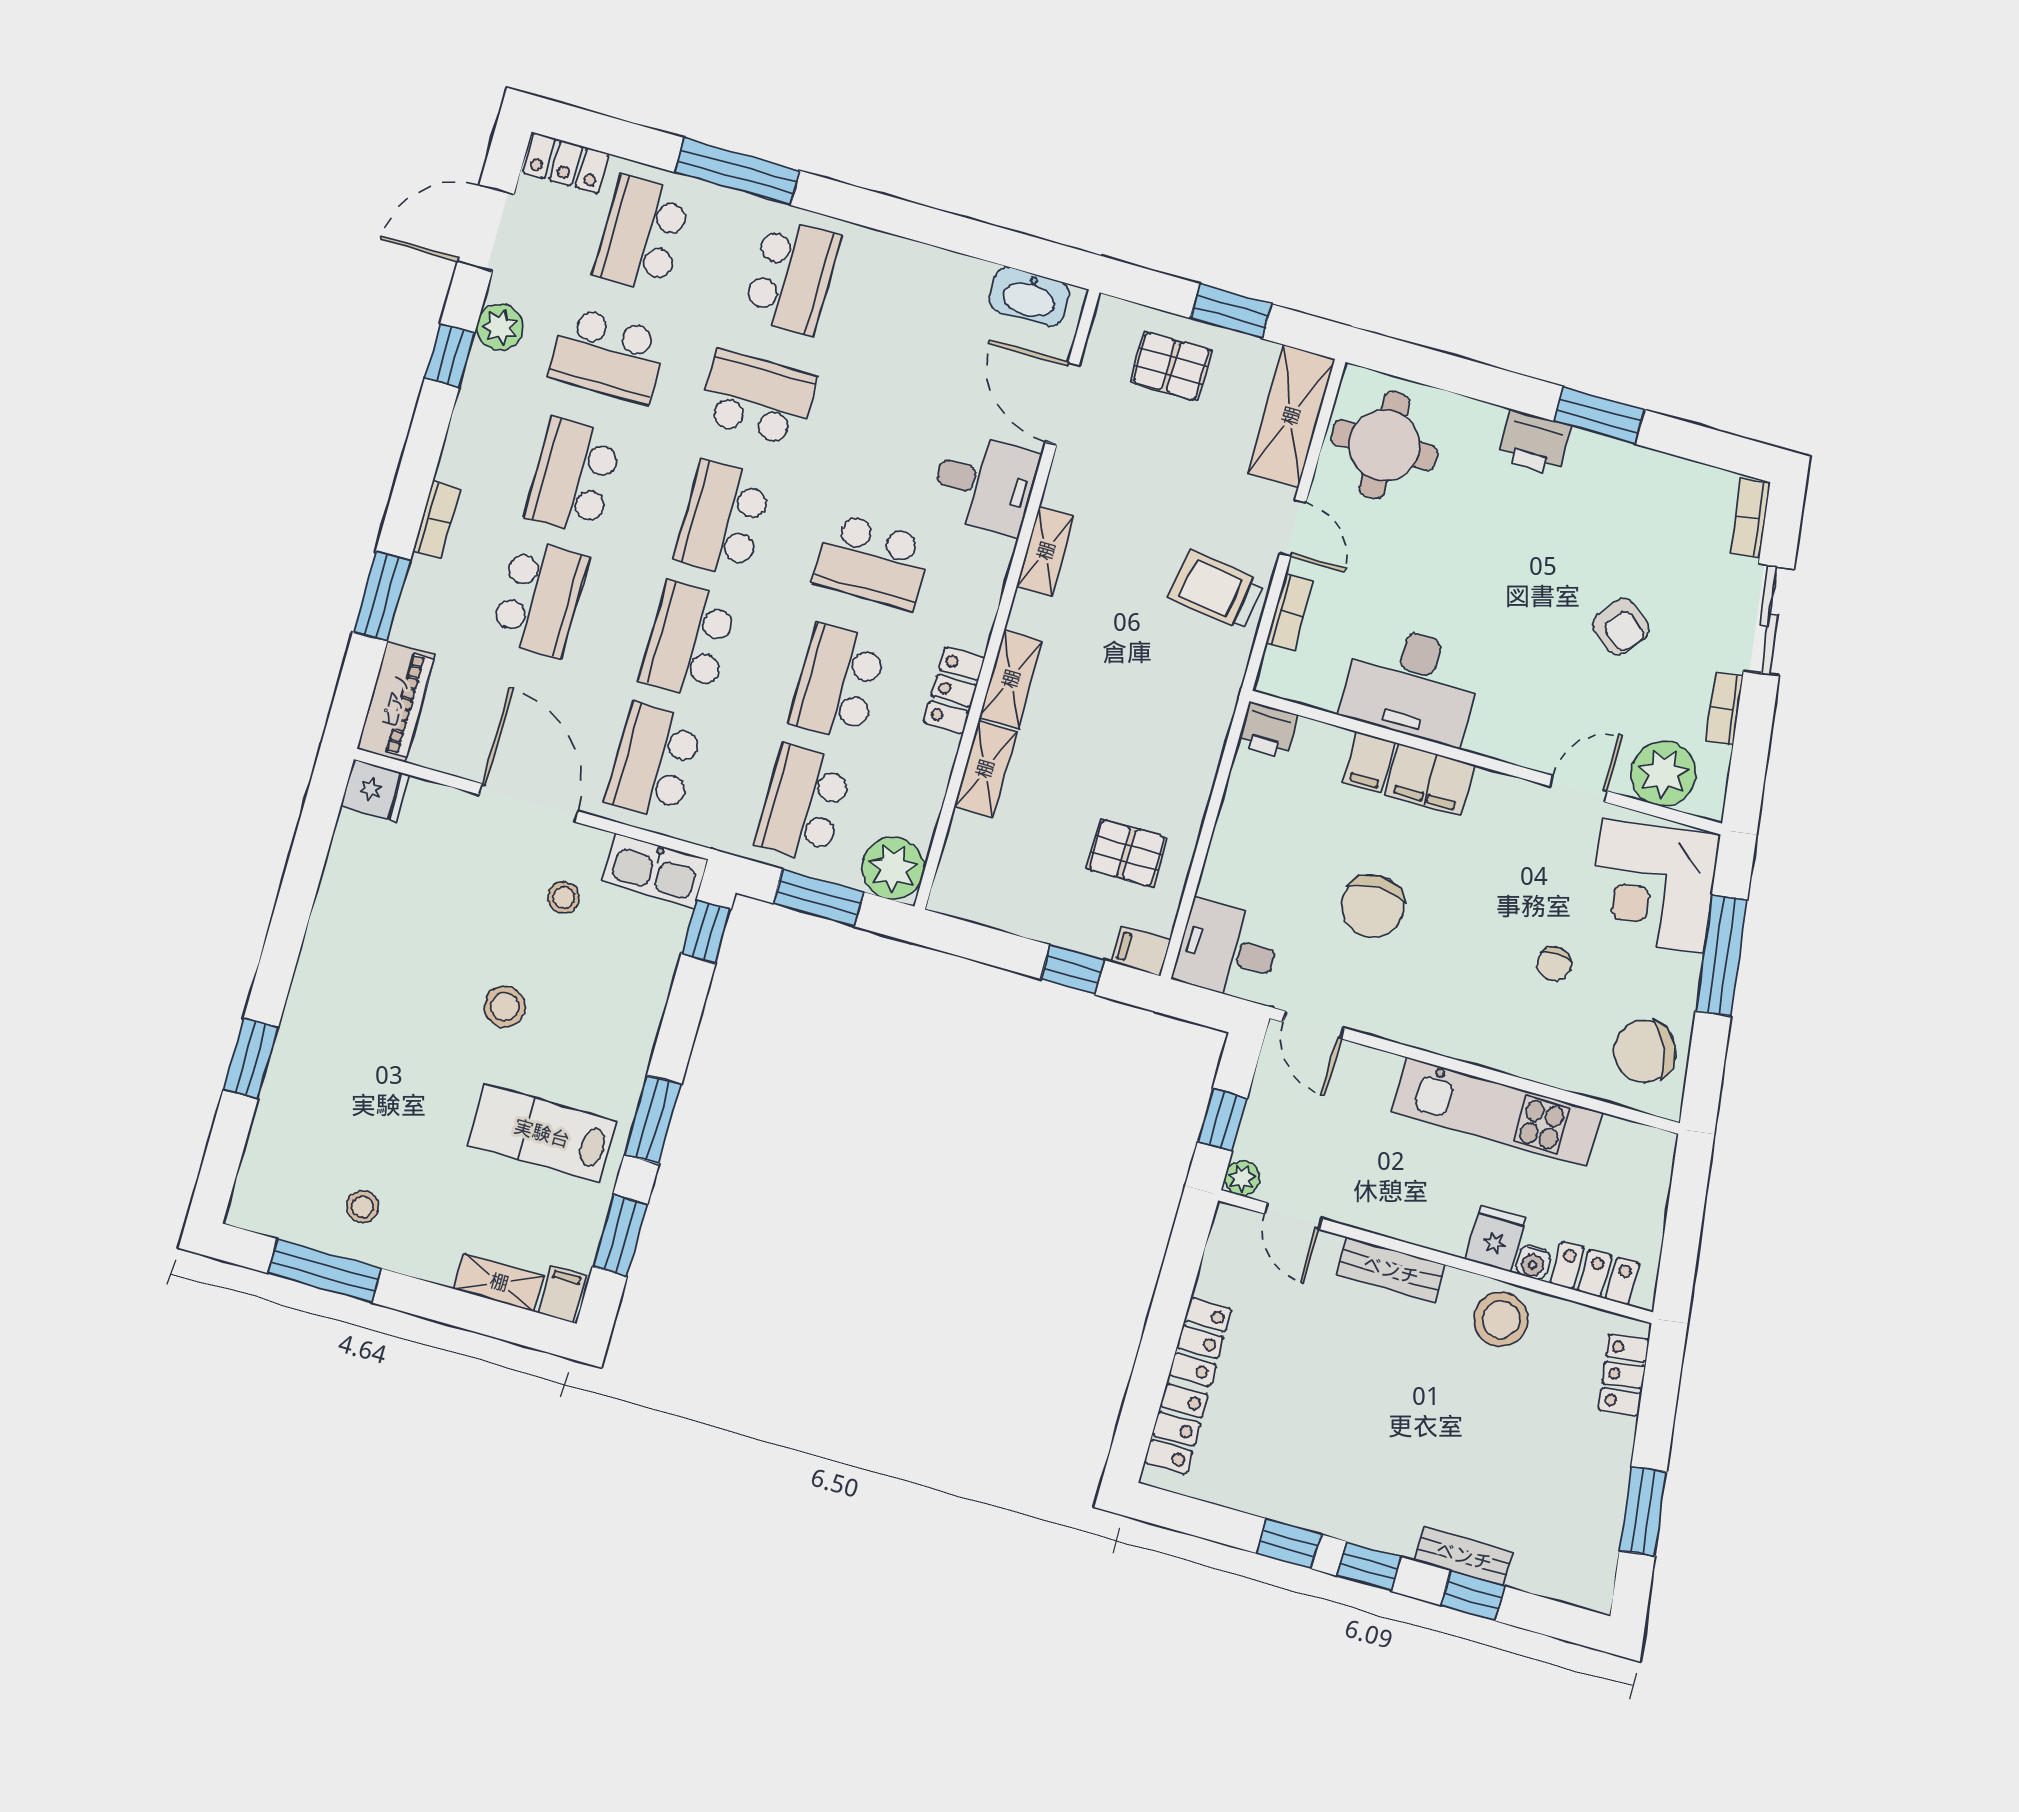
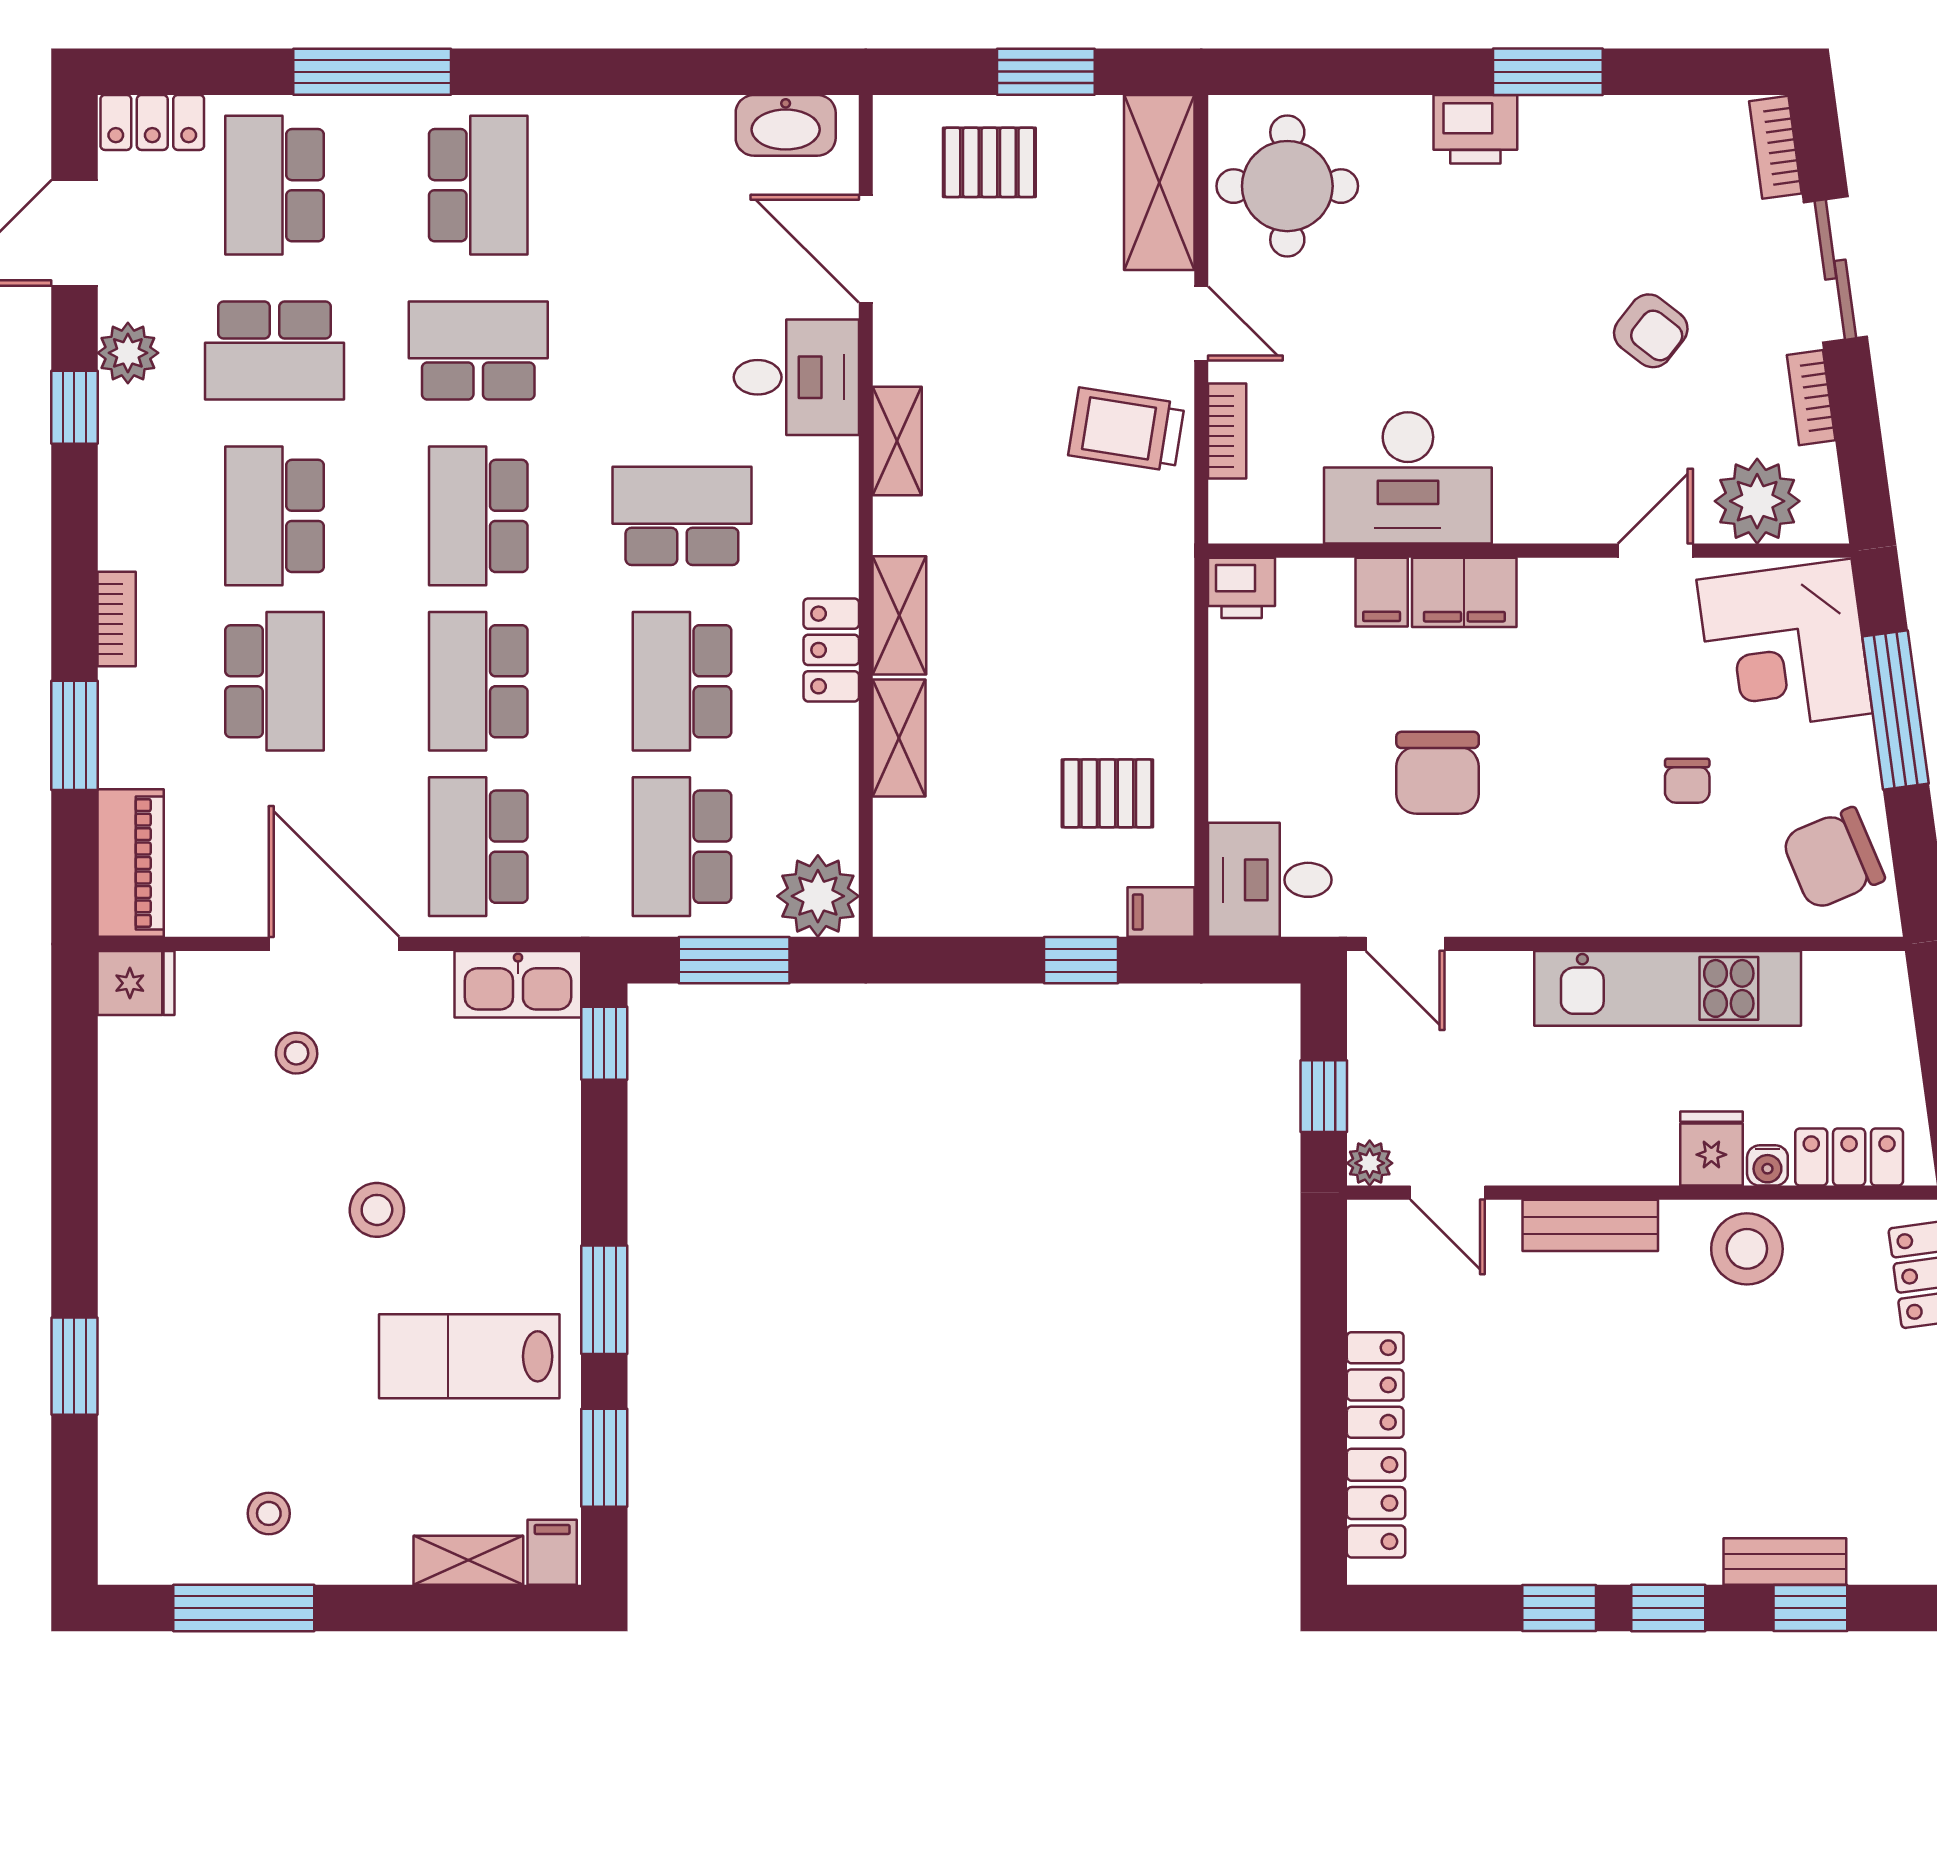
school desk: (872, 561) -> (682, 516), turned 180
stool: (564, 898) -> (297, 1053), moved

